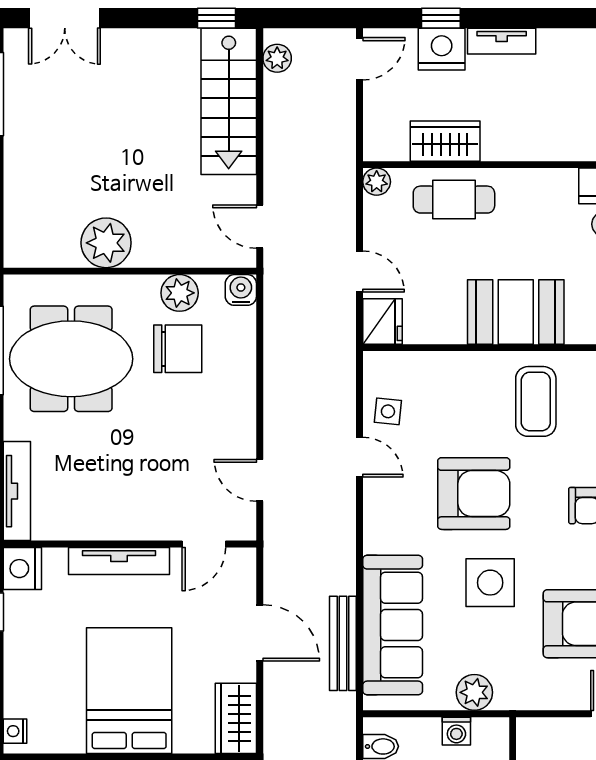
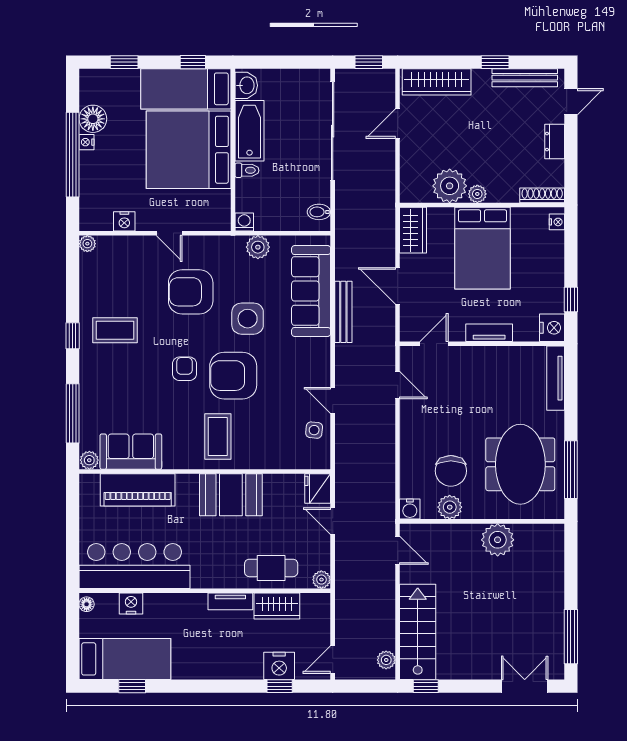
tv unit: (502, 41) -> (230, 601), moved, turned 180
chair: (178, 349) -> (451, 471), turned -90
meeting table: (71, 359) -> (520, 464), turned 90
armchair: (474, 494) -> (233, 376), moved
tv unit: (119, 561) -> (489, 333), width x0.71
bench: (343, 643) -> (343, 312), moved
washing machine: (456, 731) -> (244, 222), moved

